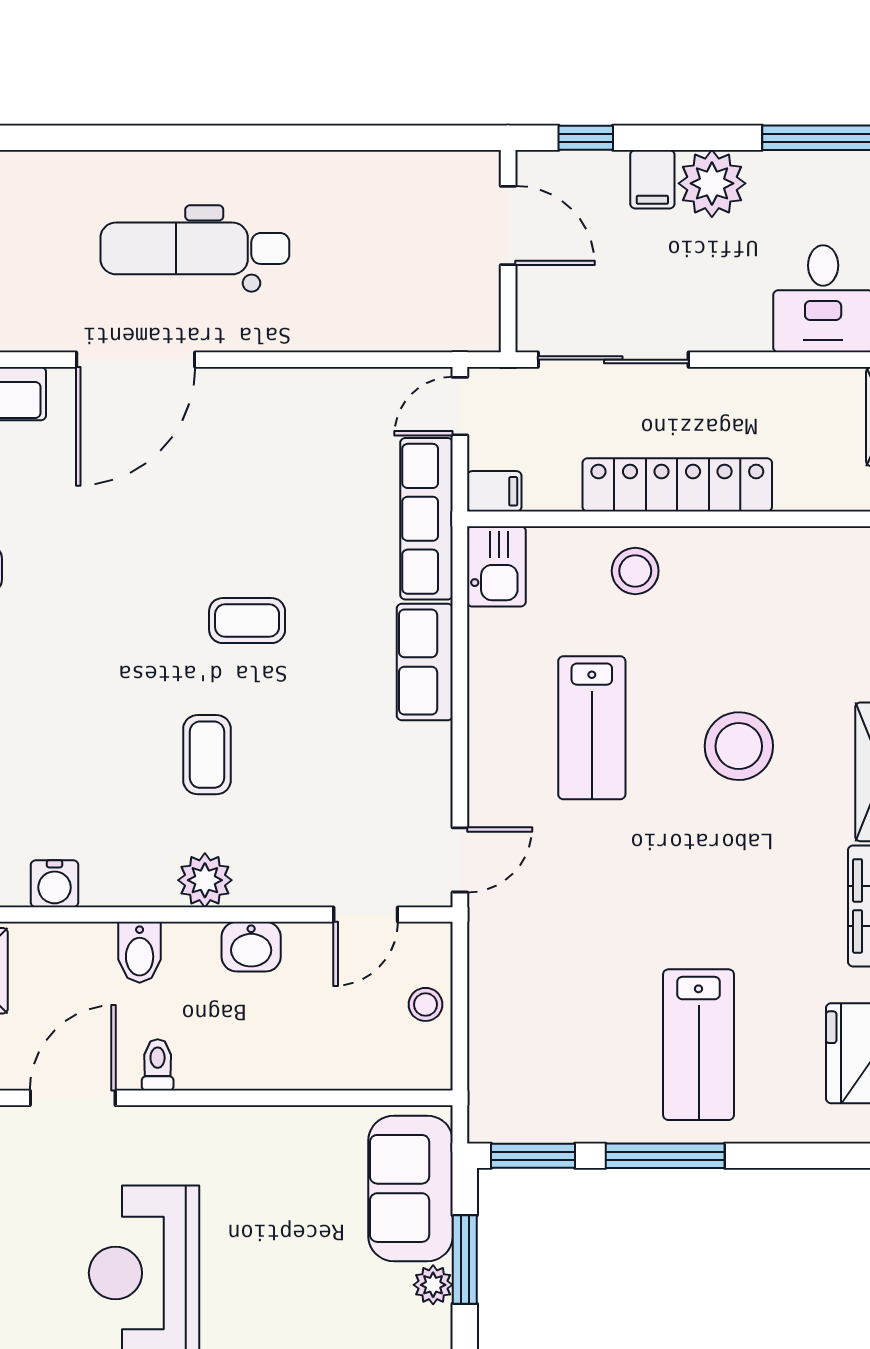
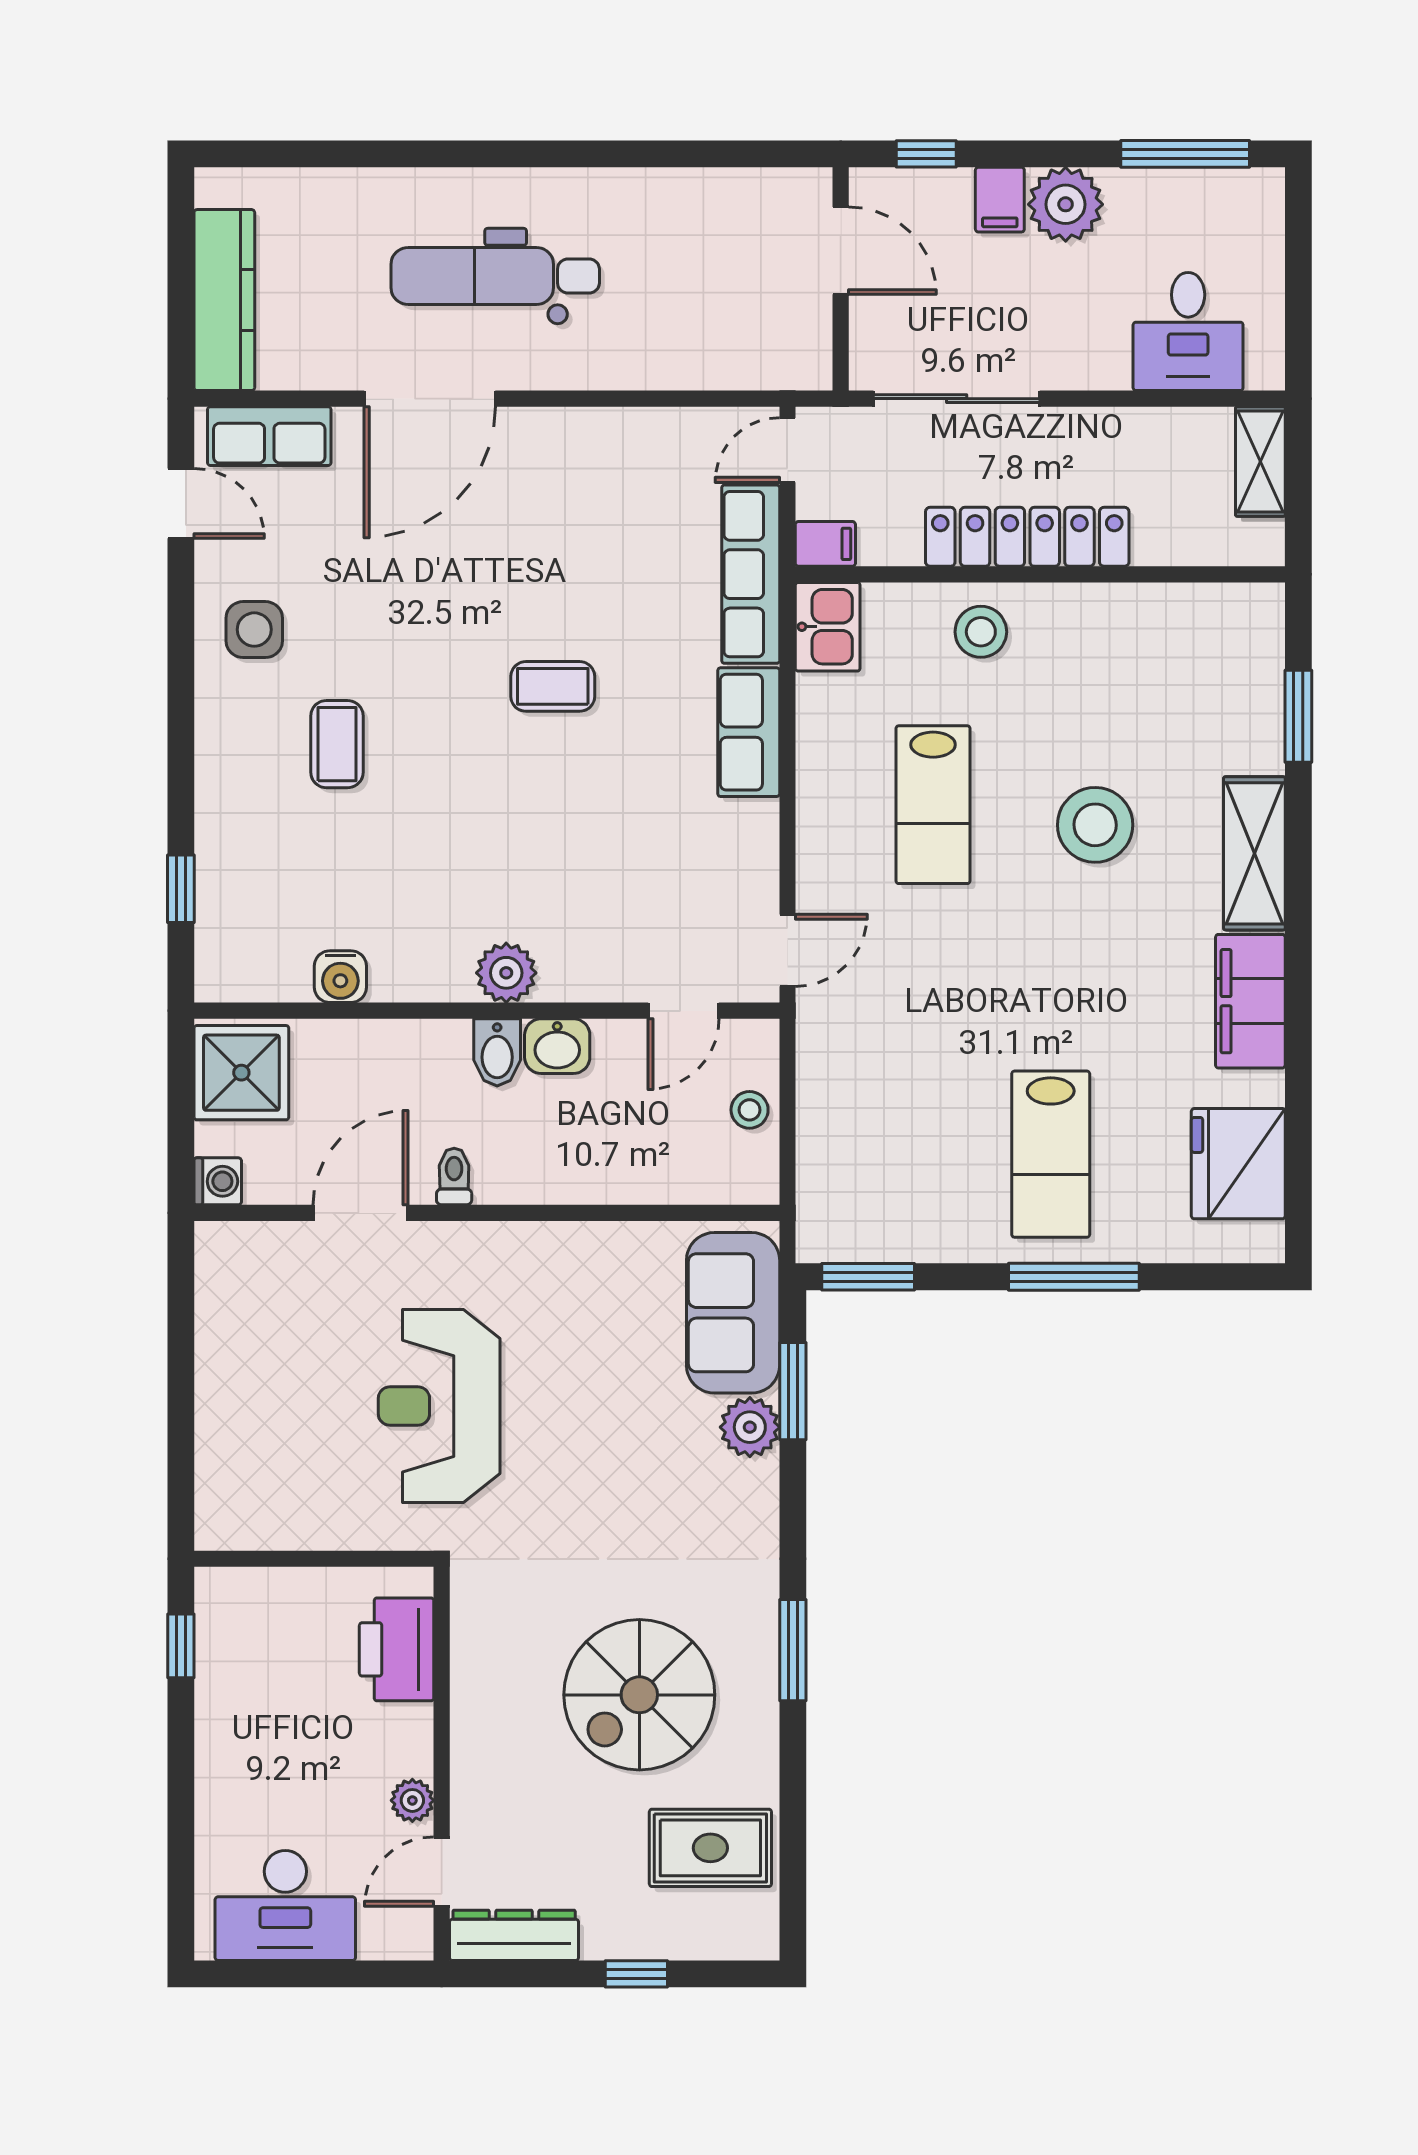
coffee table: (207, 755) -> (337, 744), moved
bidet: (140, 952) -> (497, 1052), moved
window: (665, 1156) -> (1074, 1277), moved
plant: (433, 1285) -> (750, 1427), width x1.38, depth x1.38

